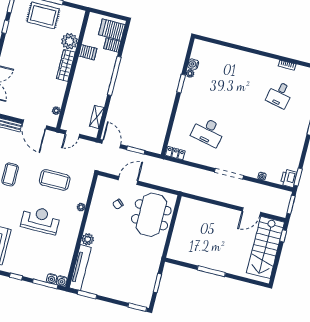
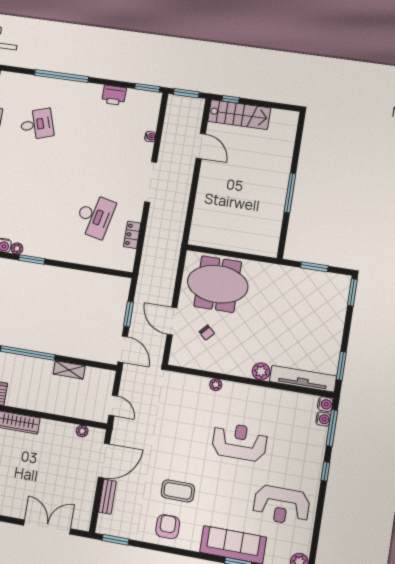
desk: (280, 95) -> (37, 124), turned -30
shelving: (97, 117) -> (69, 370), moved
door: (111, 144) -> (123, 349), swing flipped
locker: (175, 153) -> (132, 235), moved
printer: (289, 178) -> (114, 95), moved
coffee table: (55, 180) -> (180, 426), removed
reception desk: (40, 220) -> (240, 442), turned 90
stairs: (265, 247) -> (239, 115), width x0.73, depth x0.66

